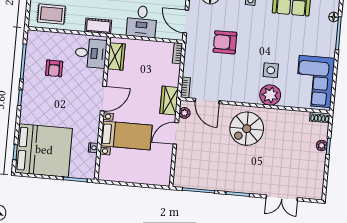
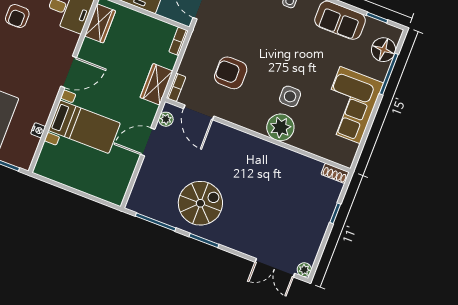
floor lamp: (334, 17) -> (383, 50), width x1.89, depth x1.89
armchair: (225, 42) -> (231, 73), moved
corner sofa: (315, 81) -> (350, 105), moved
wardrobe: (169, 100) -> (156, 84), moved
spiral stairs: (247, 129) -> (200, 203), moved, turned 180
plant: (322, 145) -> (304, 270), moved
double door: (282, 198) -> (275, 268), moved

